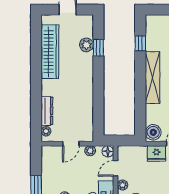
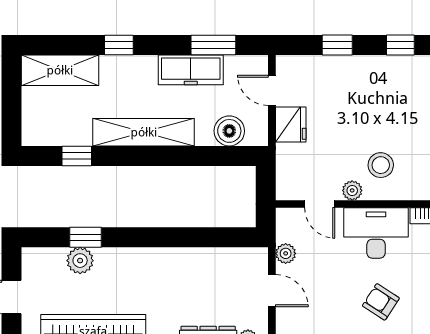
boiler: (153, 132) -> (229, 131), moved
floor lamp: (108, 151) -> (287, 219), removed

